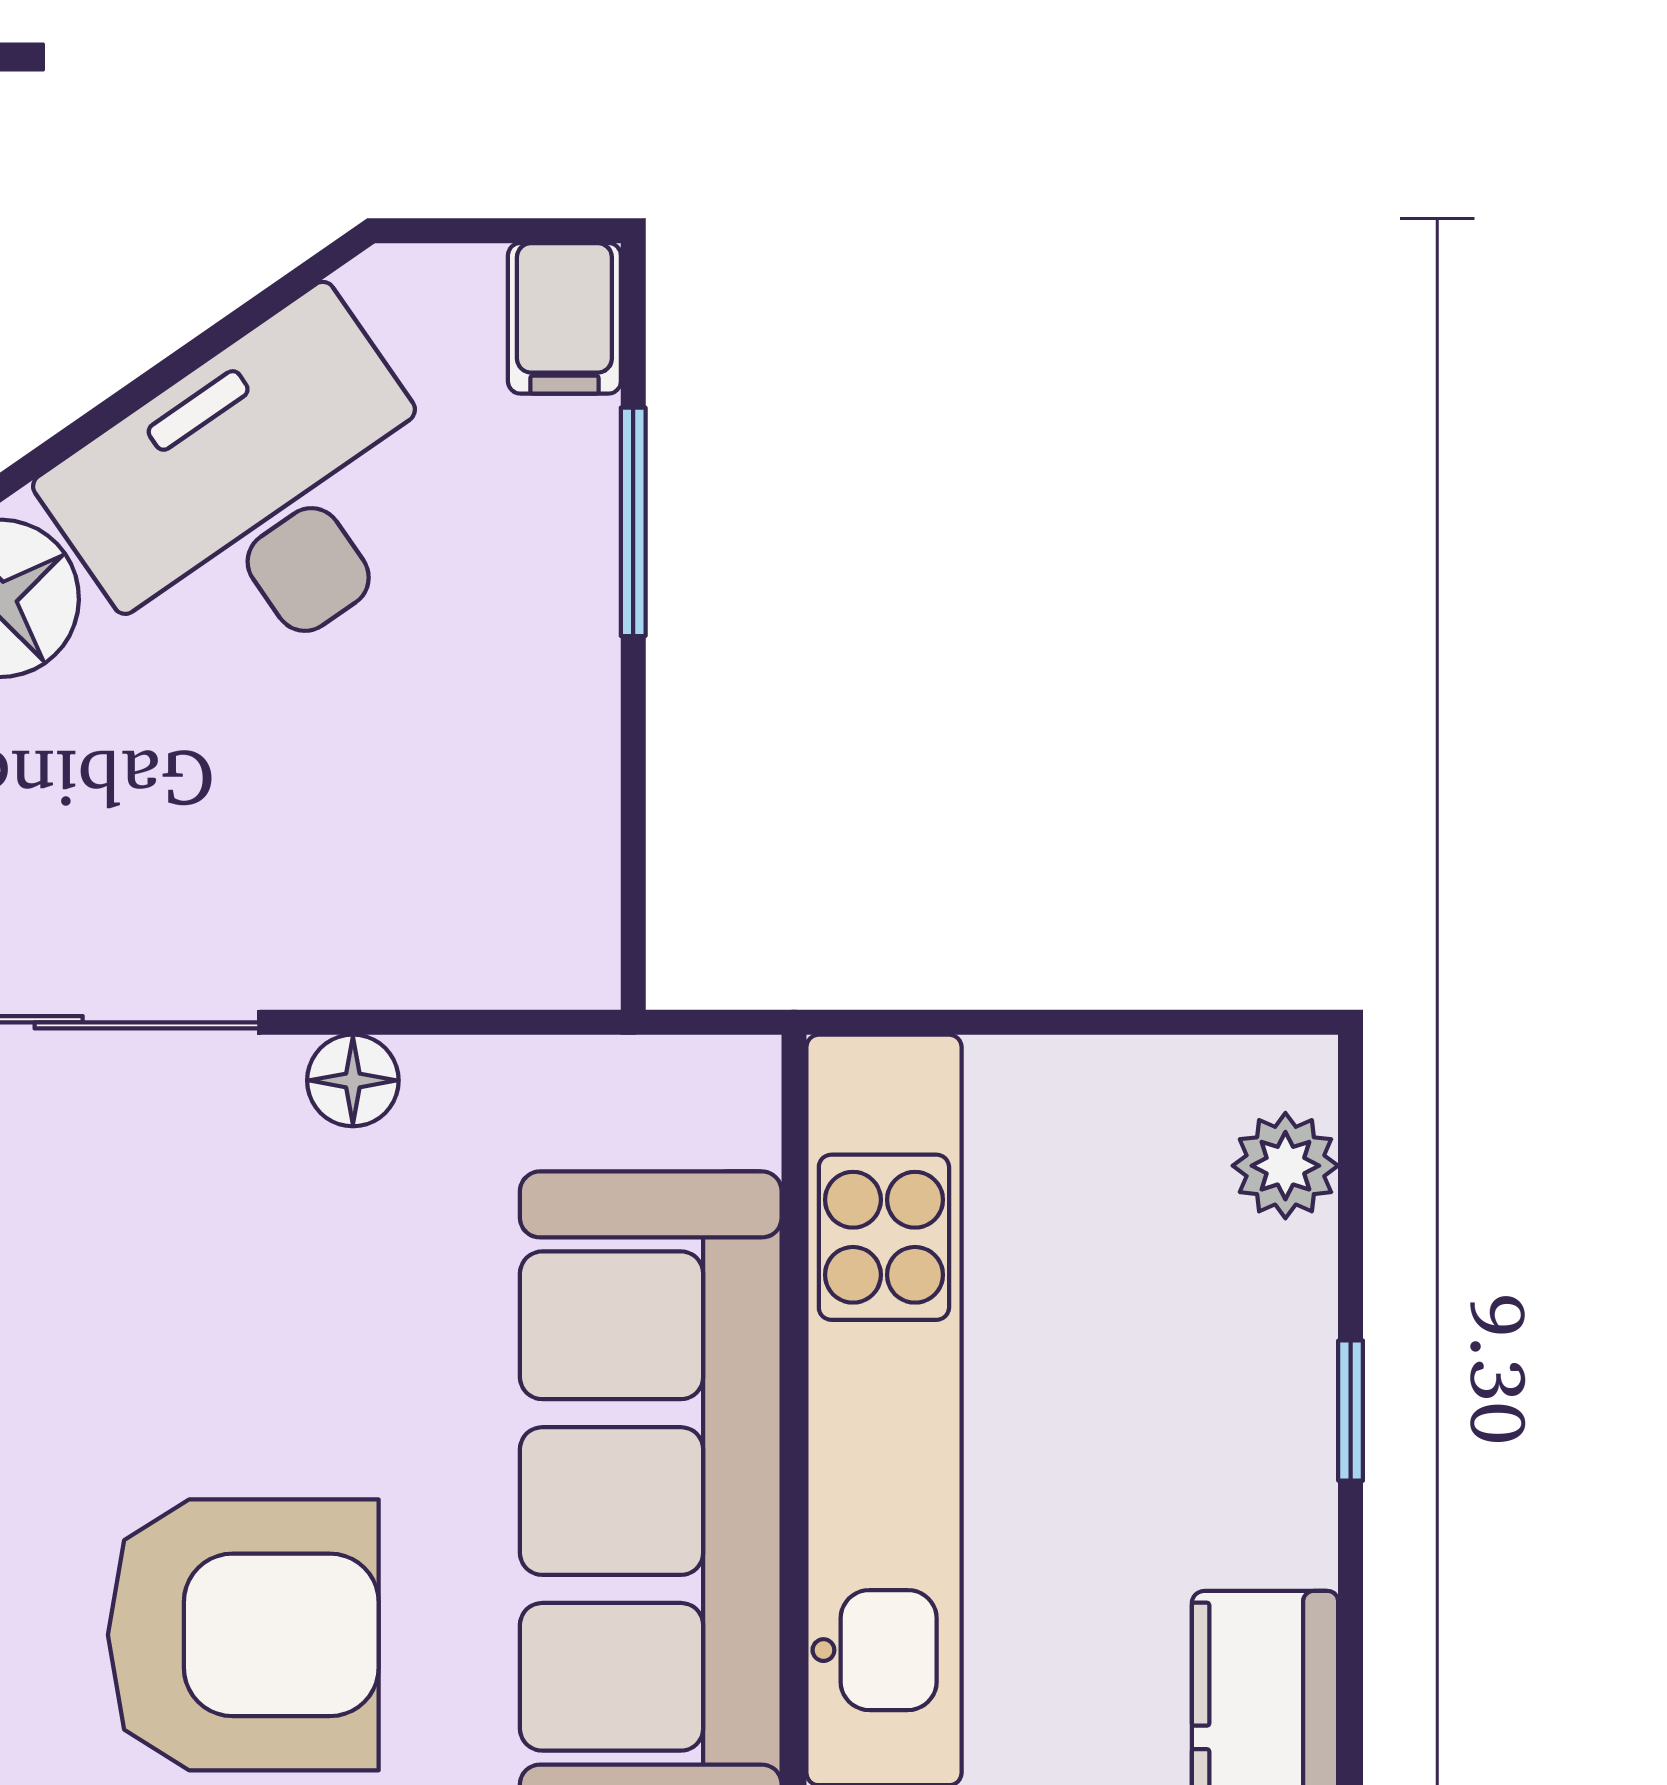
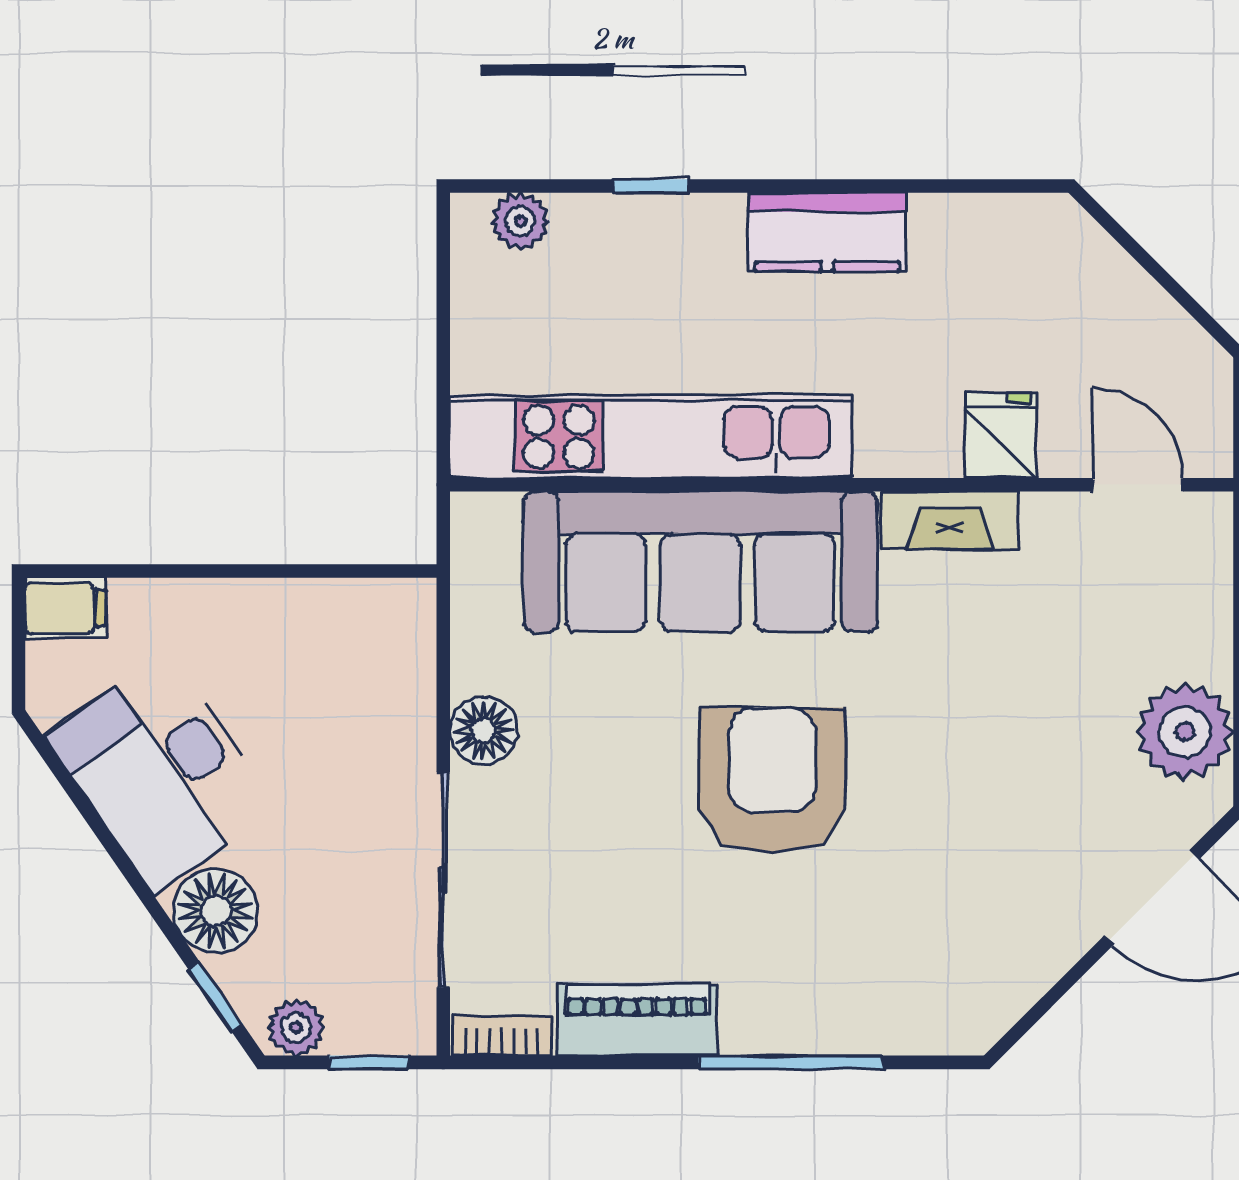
window: (633, 522) -> (175, 571), removed
floor lamp: (353, 1080) -> (484, 731), width x1.37, depth x1.37

